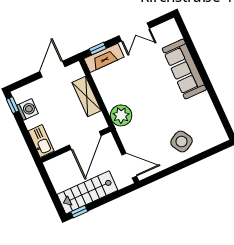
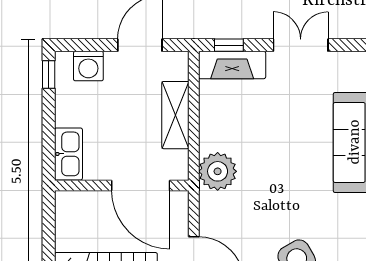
double door: (134, 32) -> (301, 45), swing flipped
washing machine: (27, 109) -> (88, 66), moved, turned 90
door: (85, 140) -> (141, 186), hinge flipped

